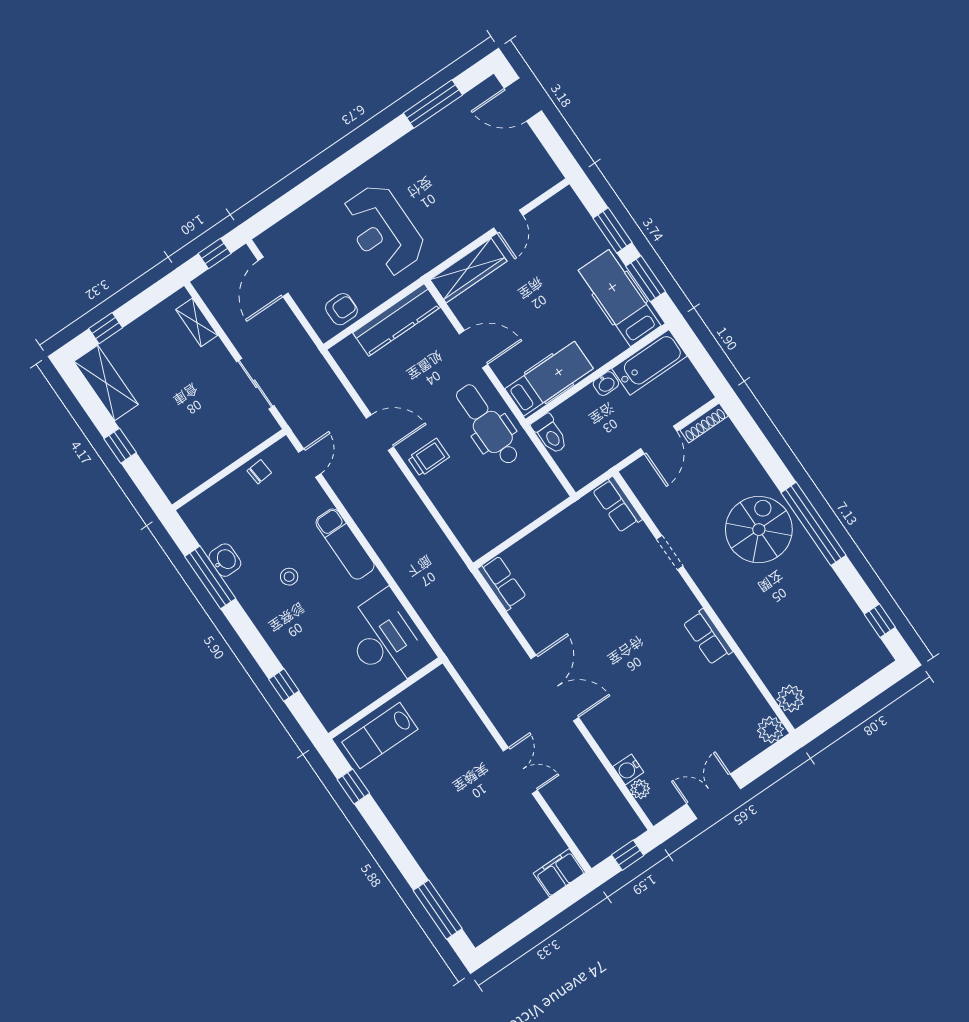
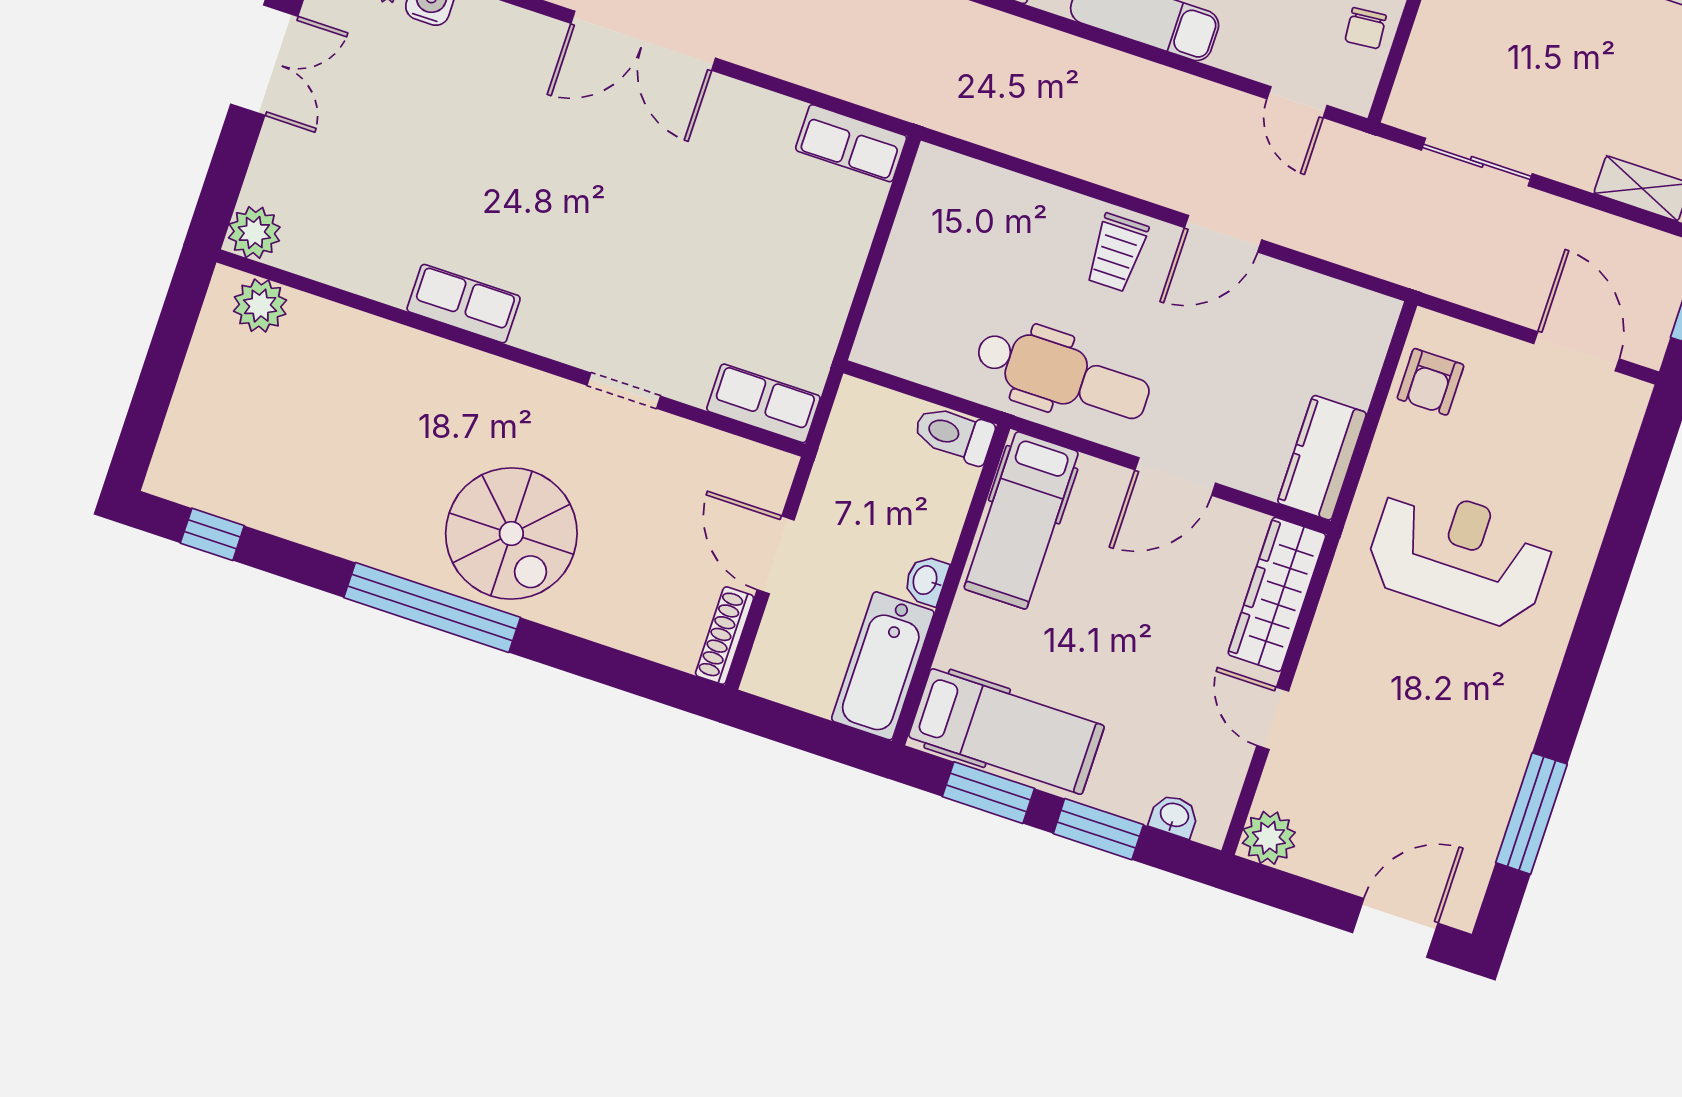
plant: (546, 175) -> (1269, 838), added
washbasin: (578, 213) -> (1174, 816), added
kitchen counter: (397, 320) -> (1322, 458), width x0.67

